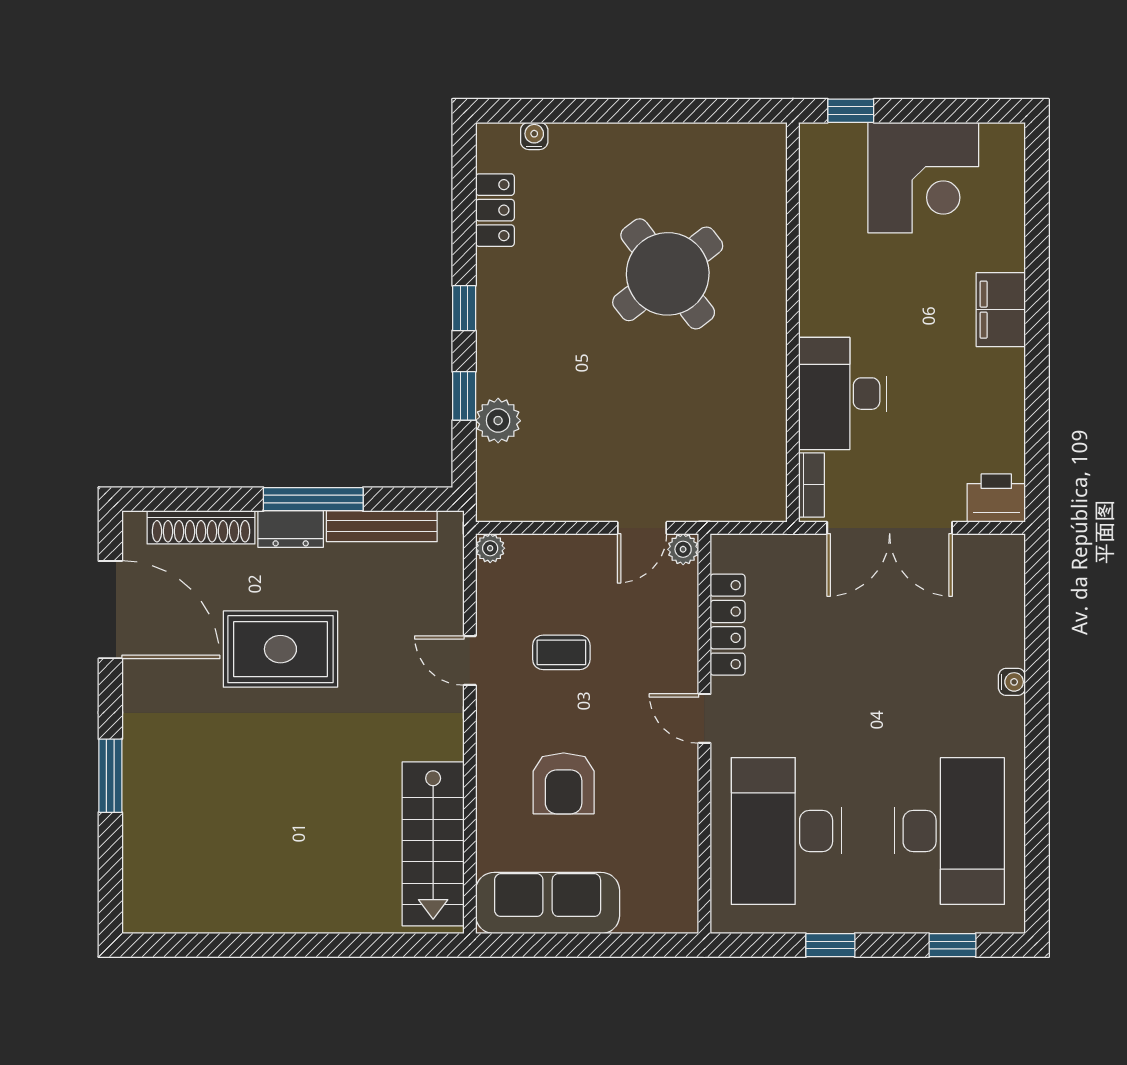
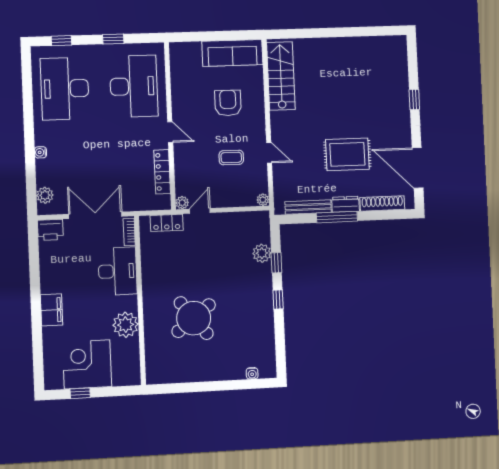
window: (851, 111) -> (80, 393), moved
locker: (495, 210) -> (167, 223), moved, turned -90
plant: (829, 266) -> (126, 325), added
plant: (1006, 580) -> (45, 195), added
window: (110, 776) -> (414, 100), width x0.67

